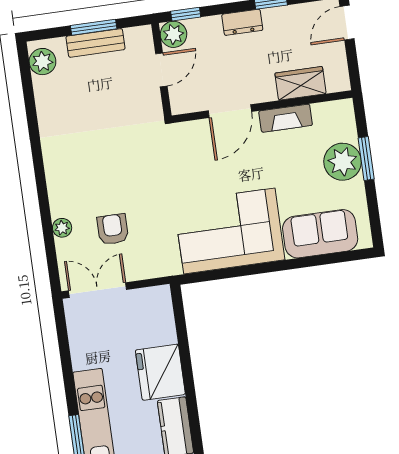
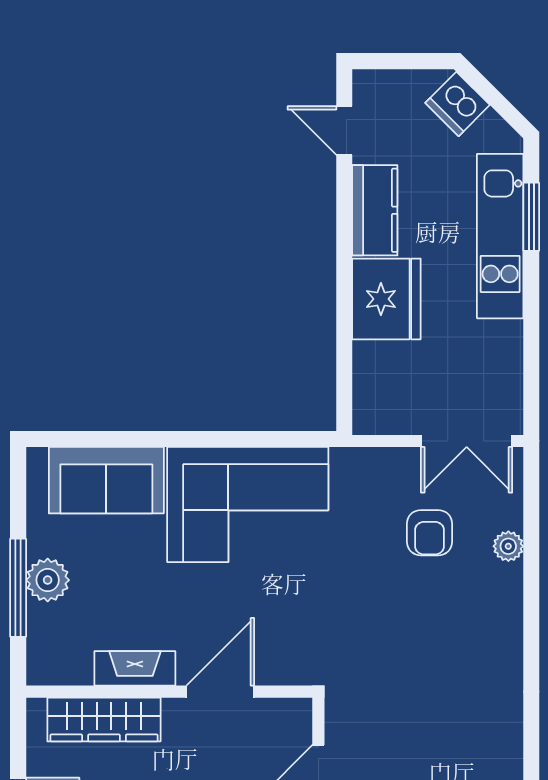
wardrobe: (301, 83) -> (104, 719), width x1.50
window: (366, 158) -> (18, 588), width x1.44
plant: (343, 162) -> (48, 580), width x0.73, depth x0.73

